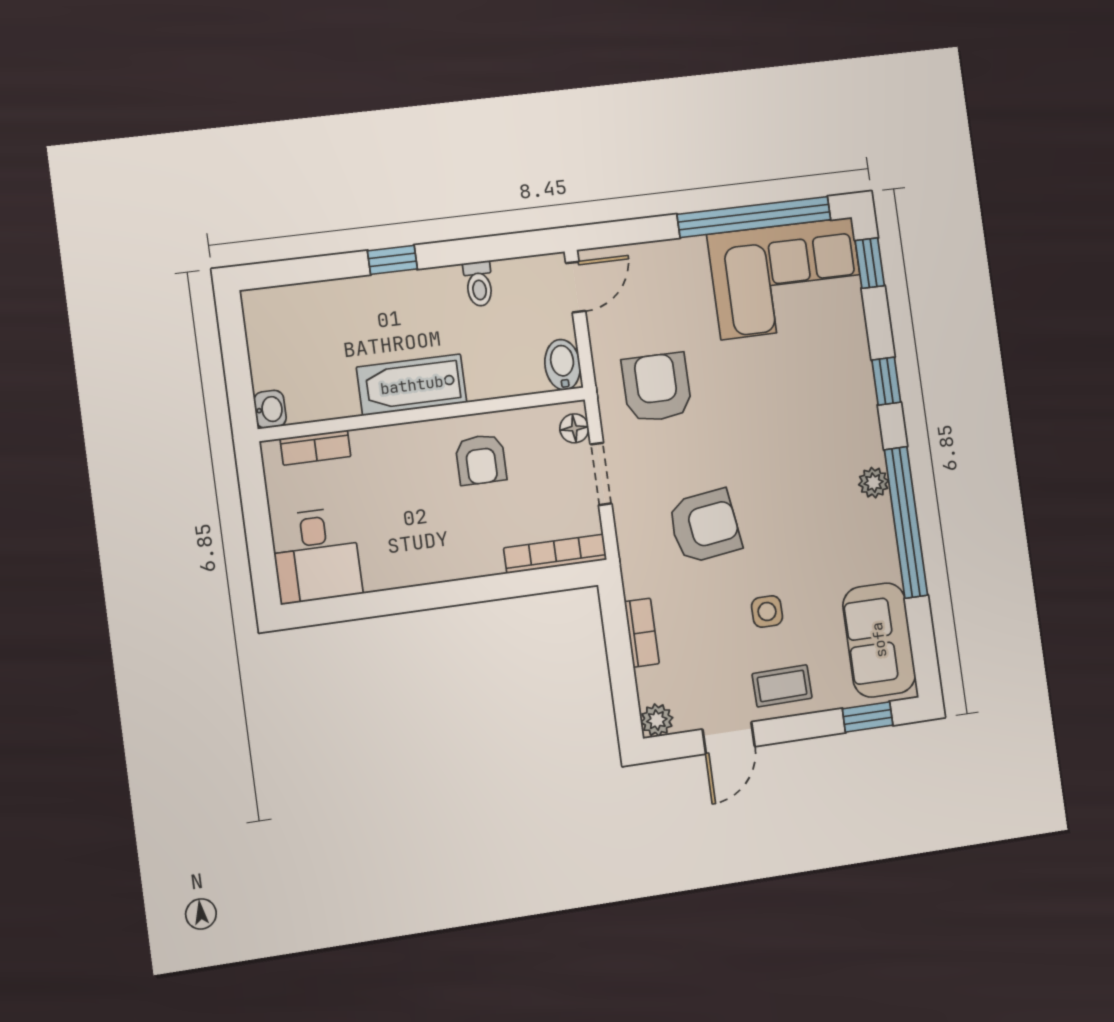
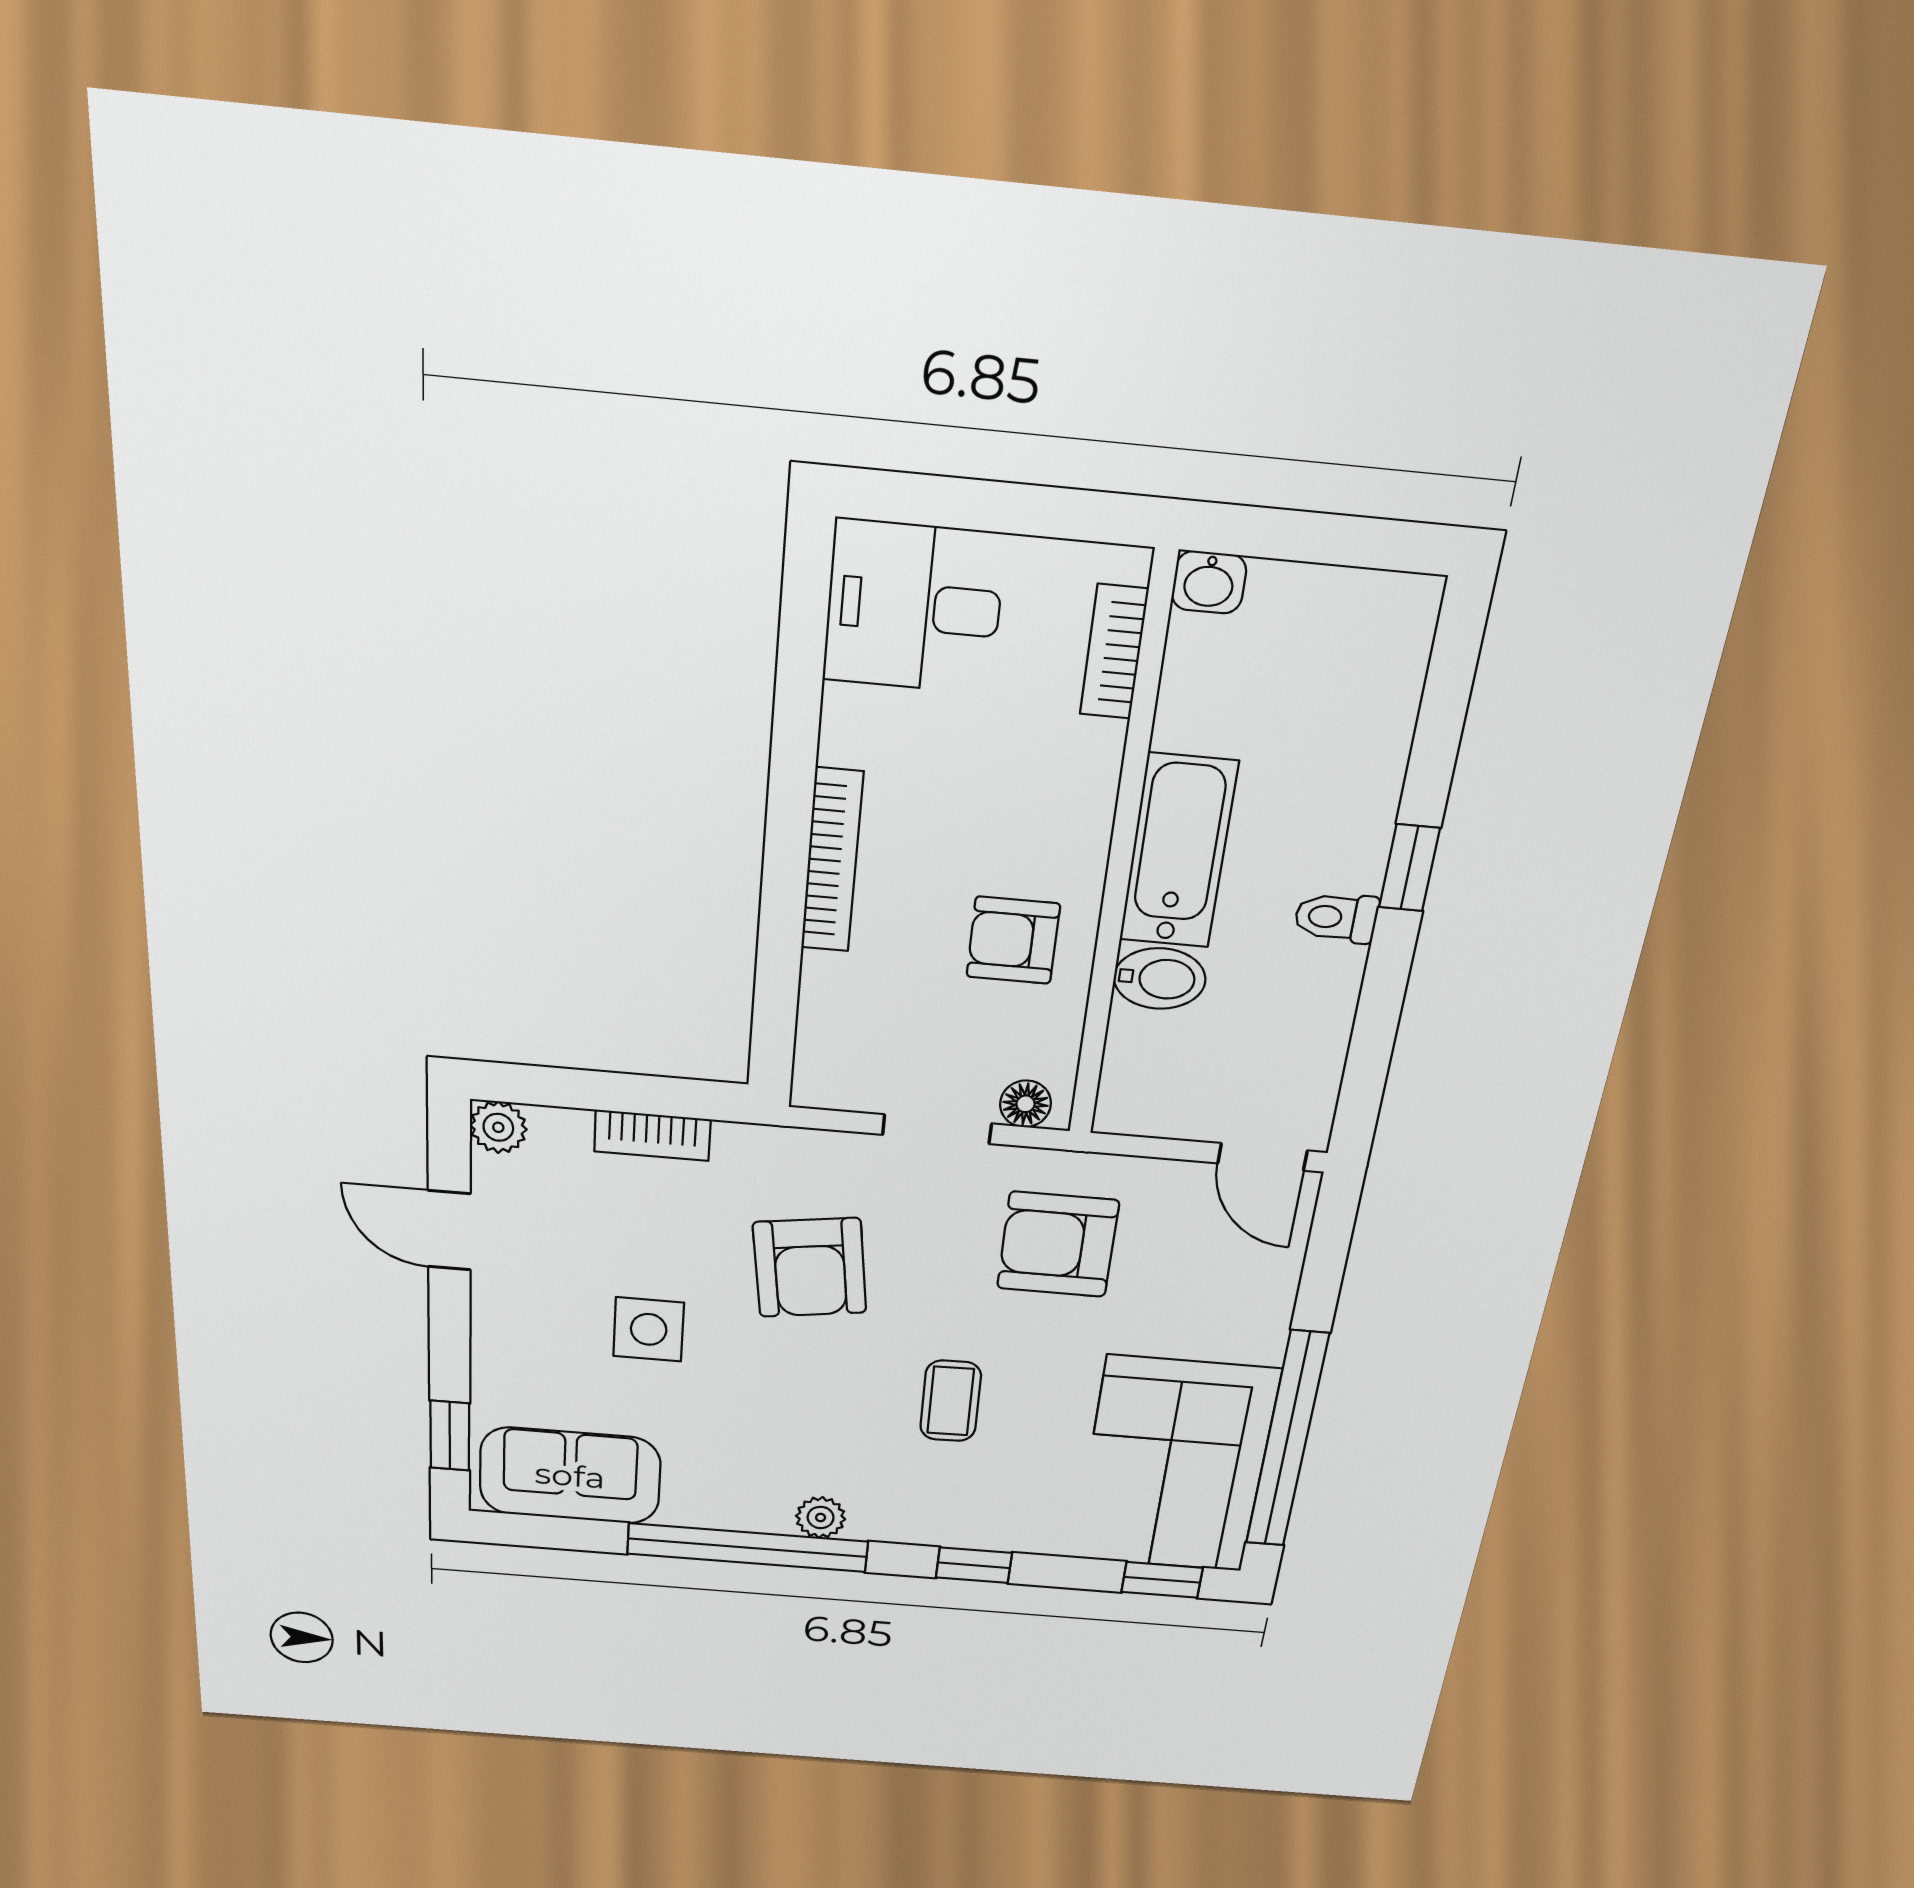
toilet: (479, 284) -> (1336, 917), moved
bidet: (563, 365) -> (1160, 979), moved
armchair: (657, 387) -> (1058, 1244), turned 180
bookcase: (555, 554) -> (832, 861), moved
side table: (767, 611) -> (649, 1329), width x1.37, depth x1.37
coffee table: (782, 686) -> (951, 1401), moved

